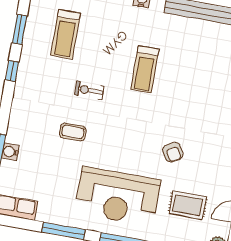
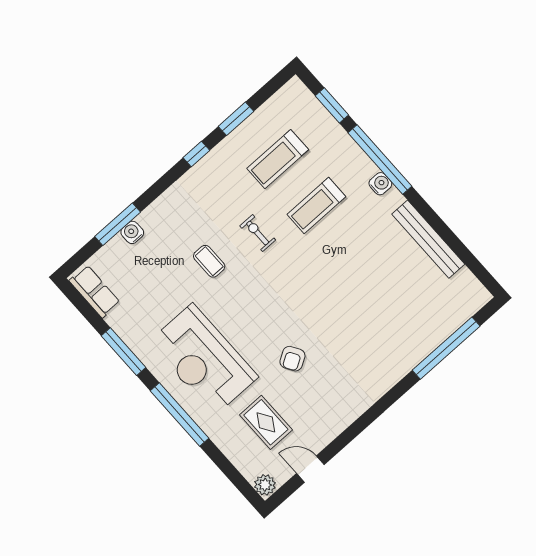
treadmill: (145, 69) -> (316, 206), moved

